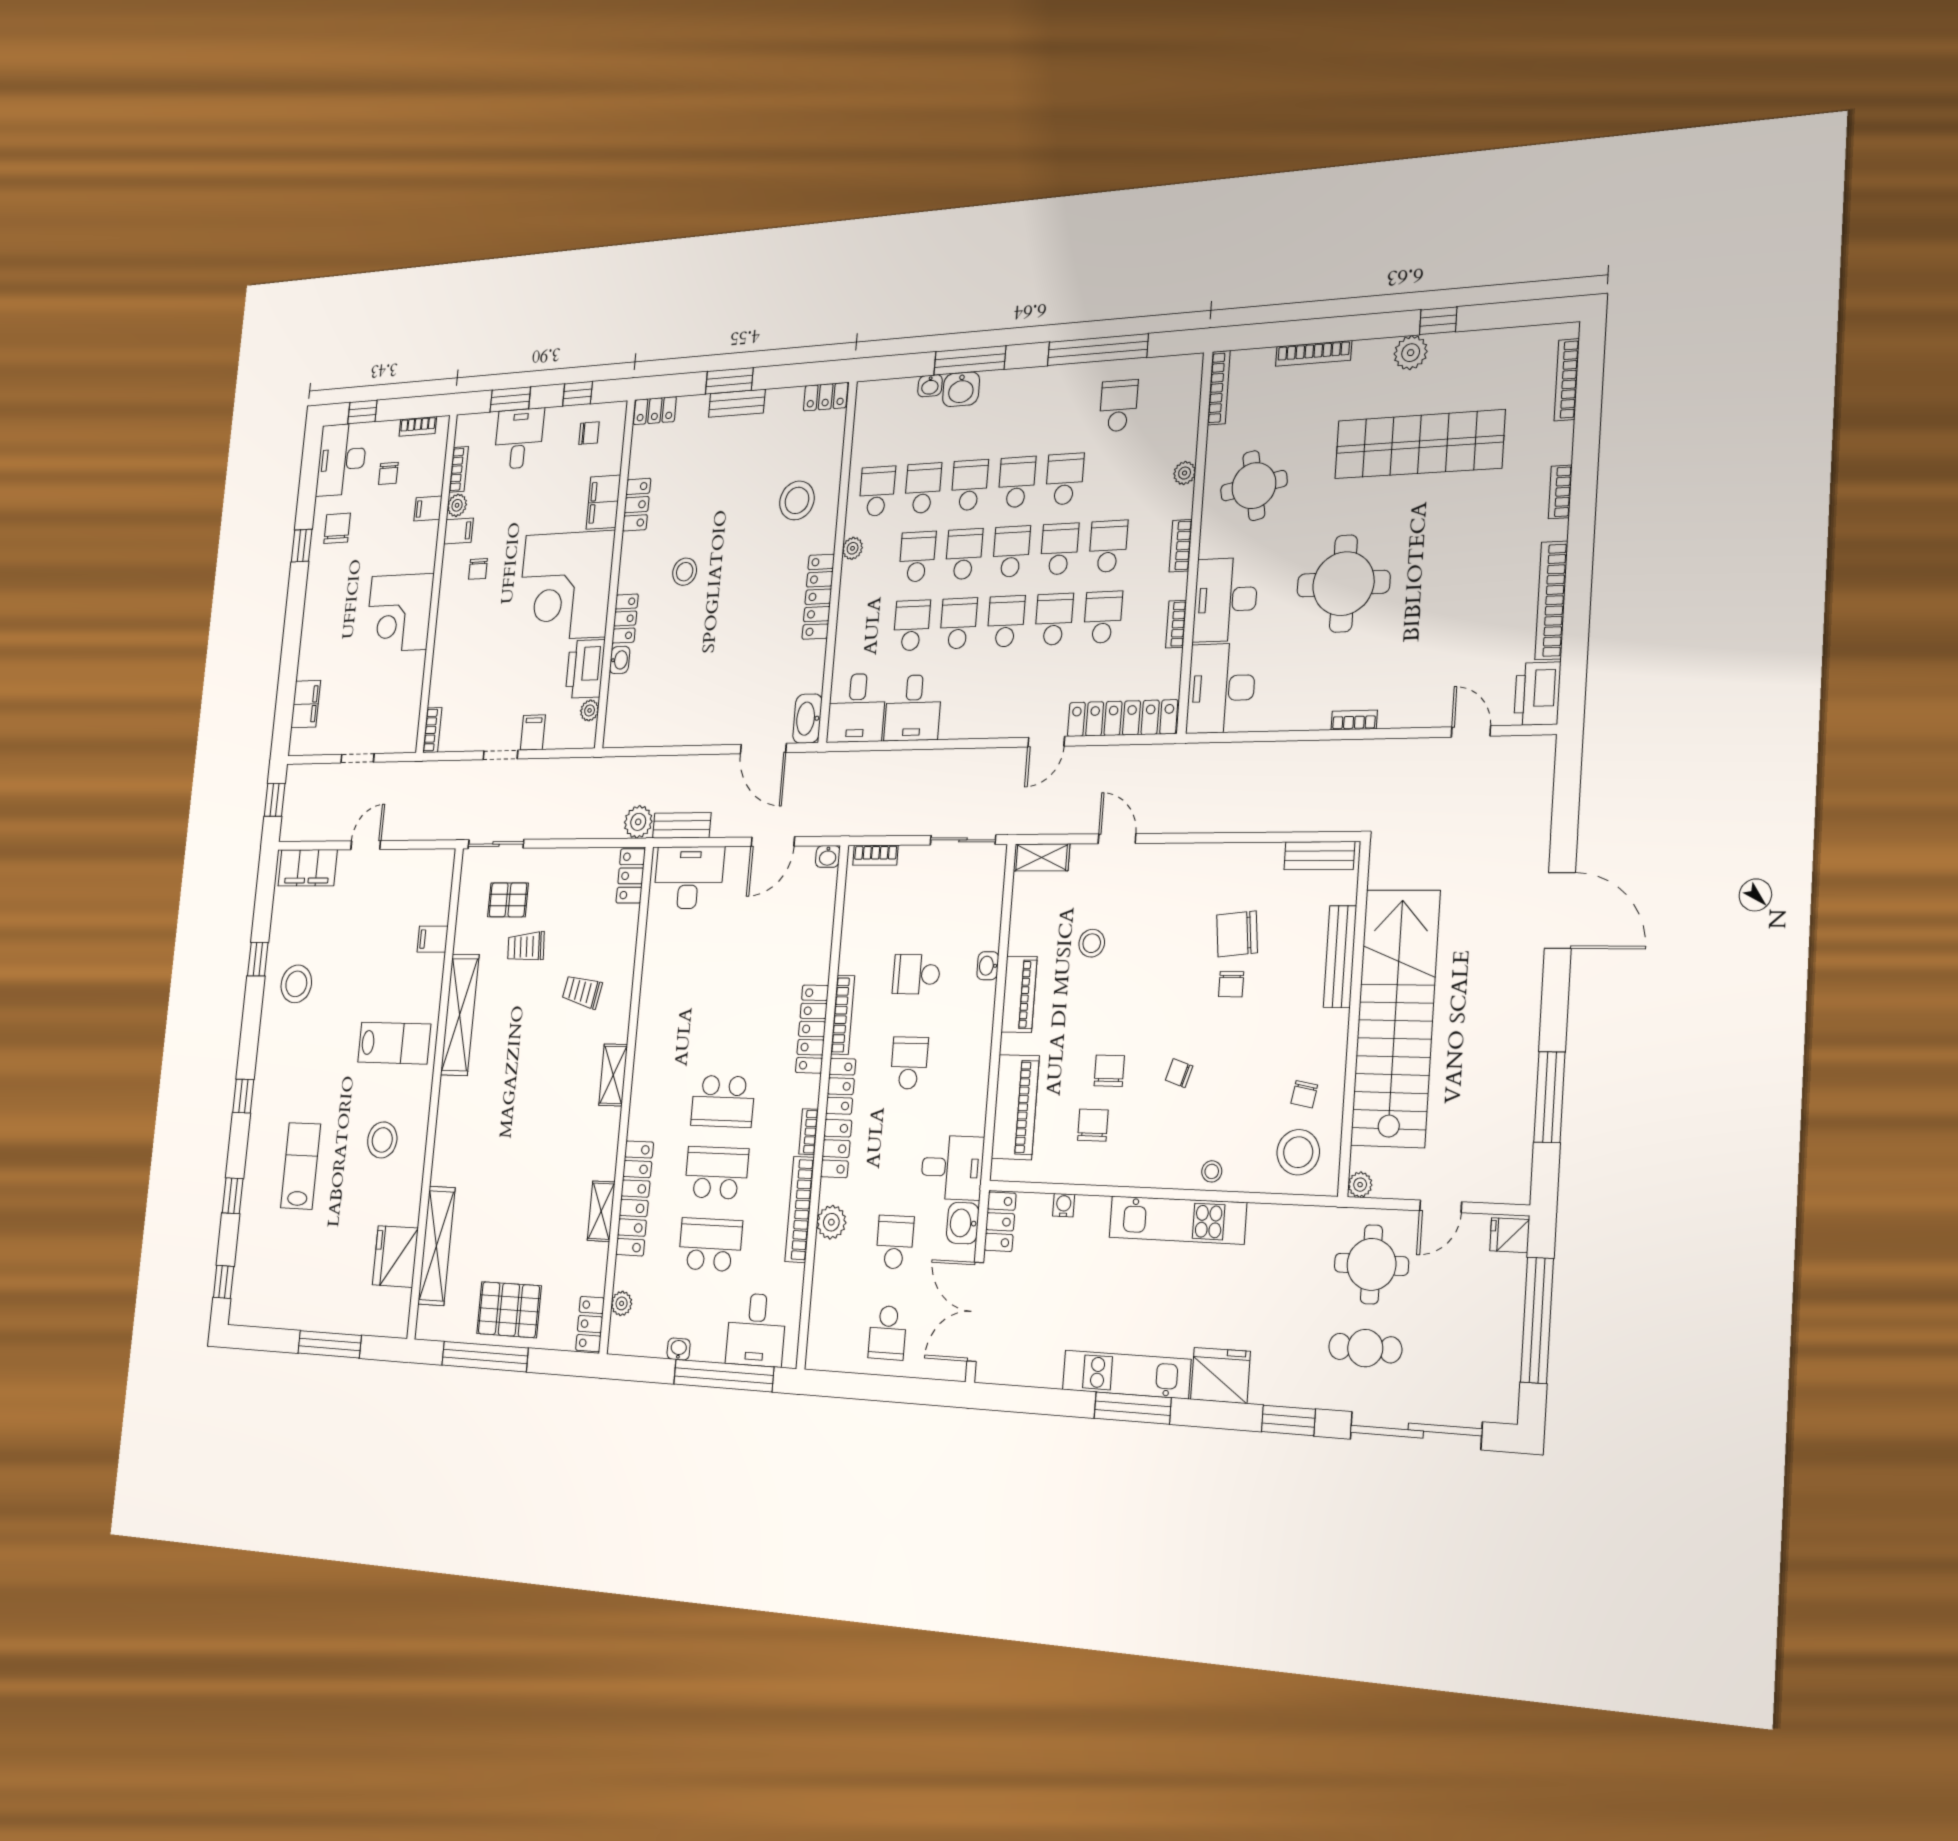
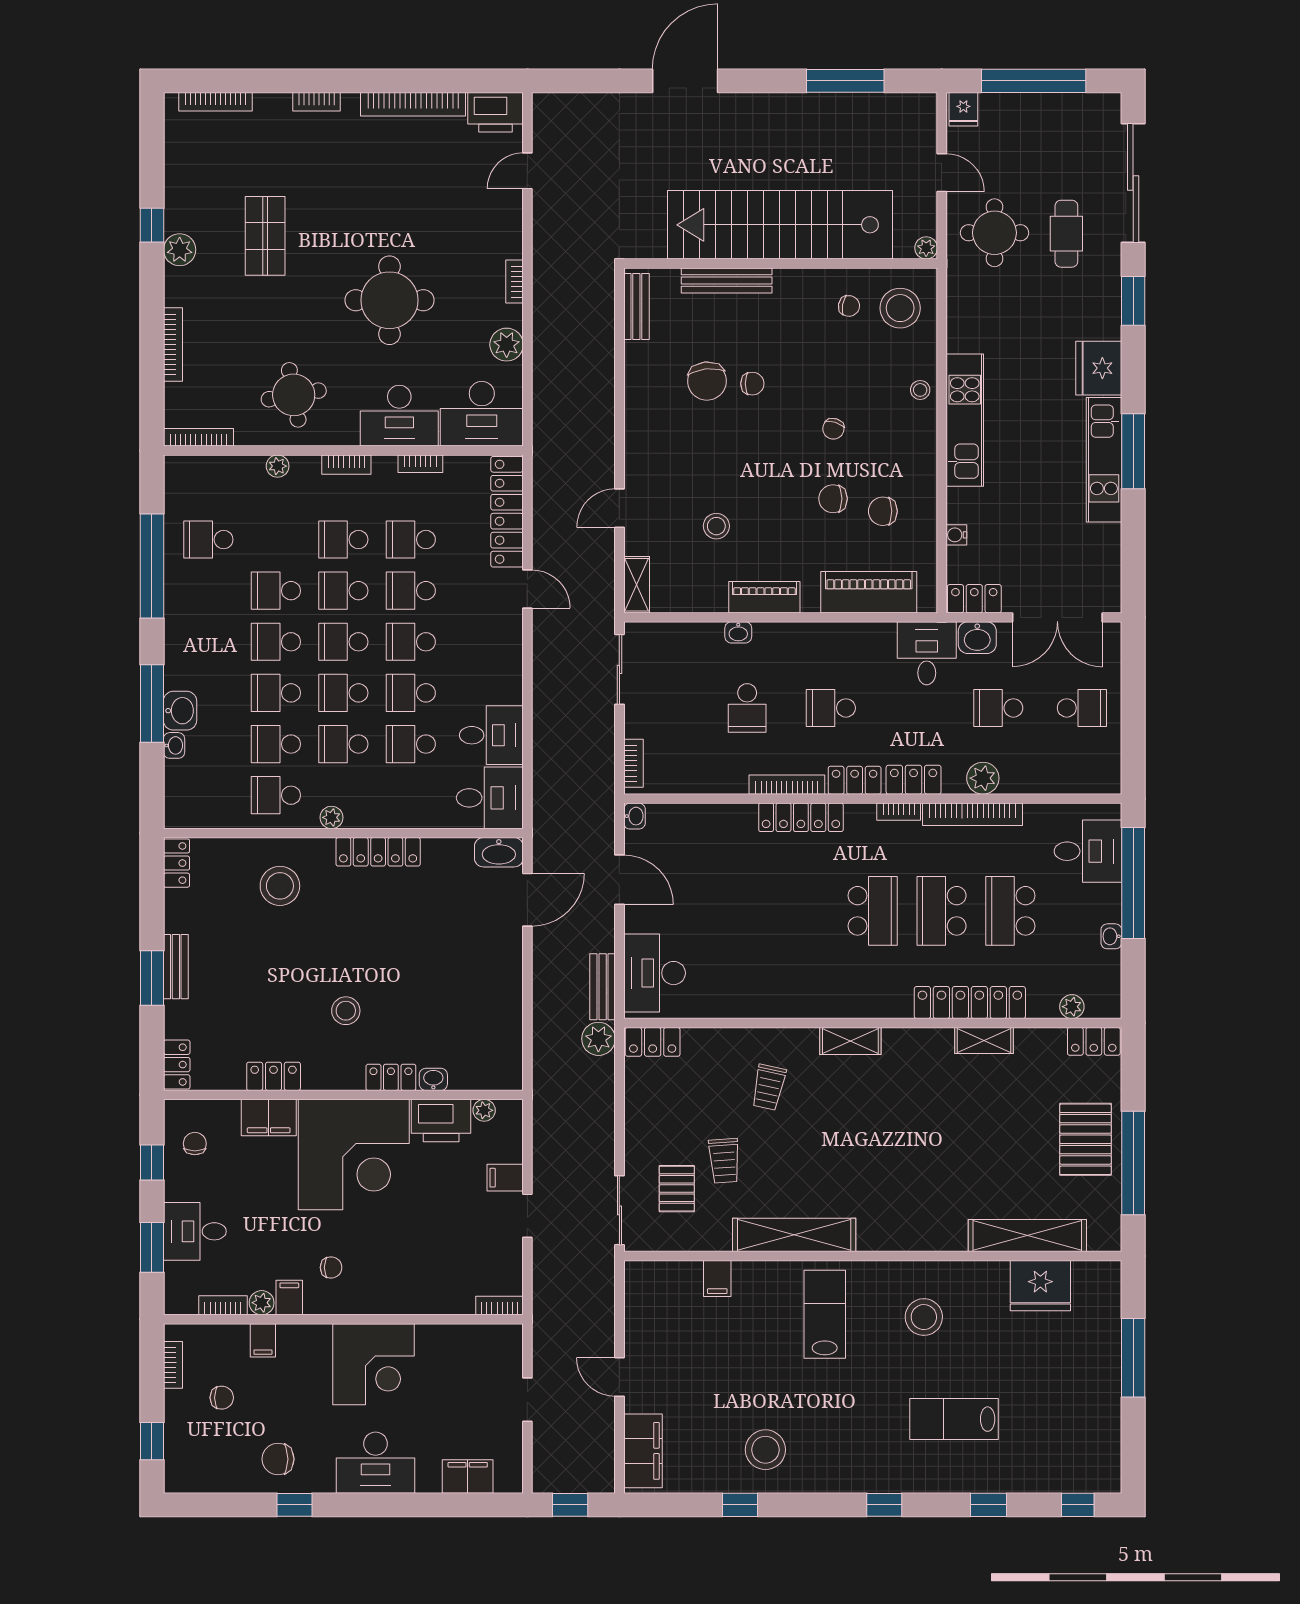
shop shelf: (1419, 444) -> (265, 236), width x0.50, depth x0.74
desk: (342, 459) -> (376, 1463), moved
plant: (1289, 713) -> (507, 345), added

